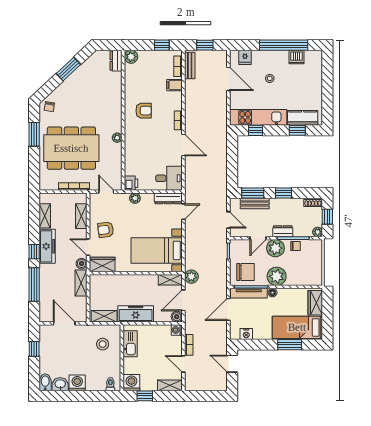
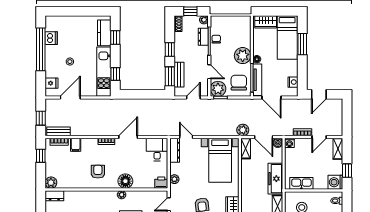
floor lamp: (133, 142) -> (125, 181), added
dresser: (283, 231) -> (203, 37), moved
plant: (275, 248) -> (218, 89), moved

